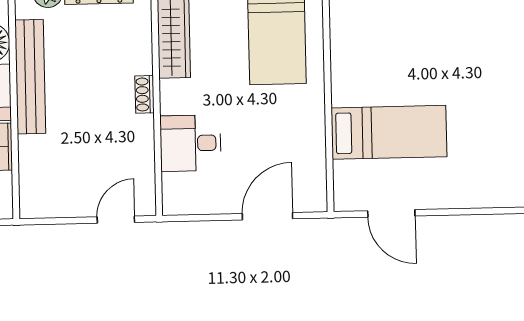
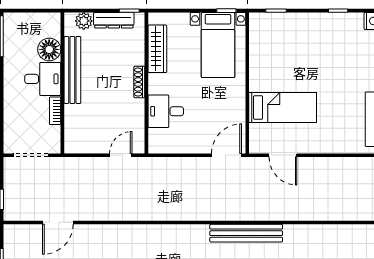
shoe rack: (144, 94) -> (139, 82), width x1.43
door: (268, 216) -> (227, 155), moved

